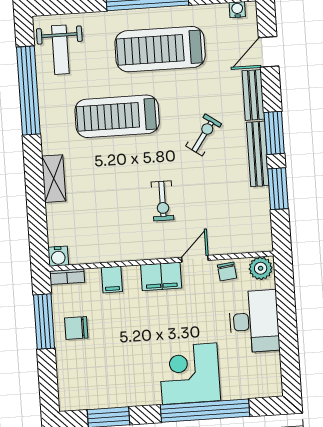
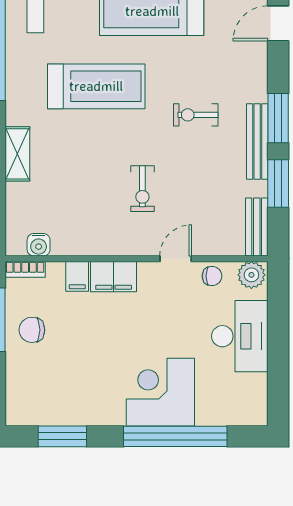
bench: (253, 95) -> (257, 227), moved
treadmill: (117, 116) -> (96, 86), turned 180
exercise bike: (204, 135) -> (196, 115), turned -125
water cooler: (58, 256) -> (39, 245), moved
chair: (227, 272) -> (212, 276), turned -83
filing cabinet: (161, 276) -> (114, 277), moved

